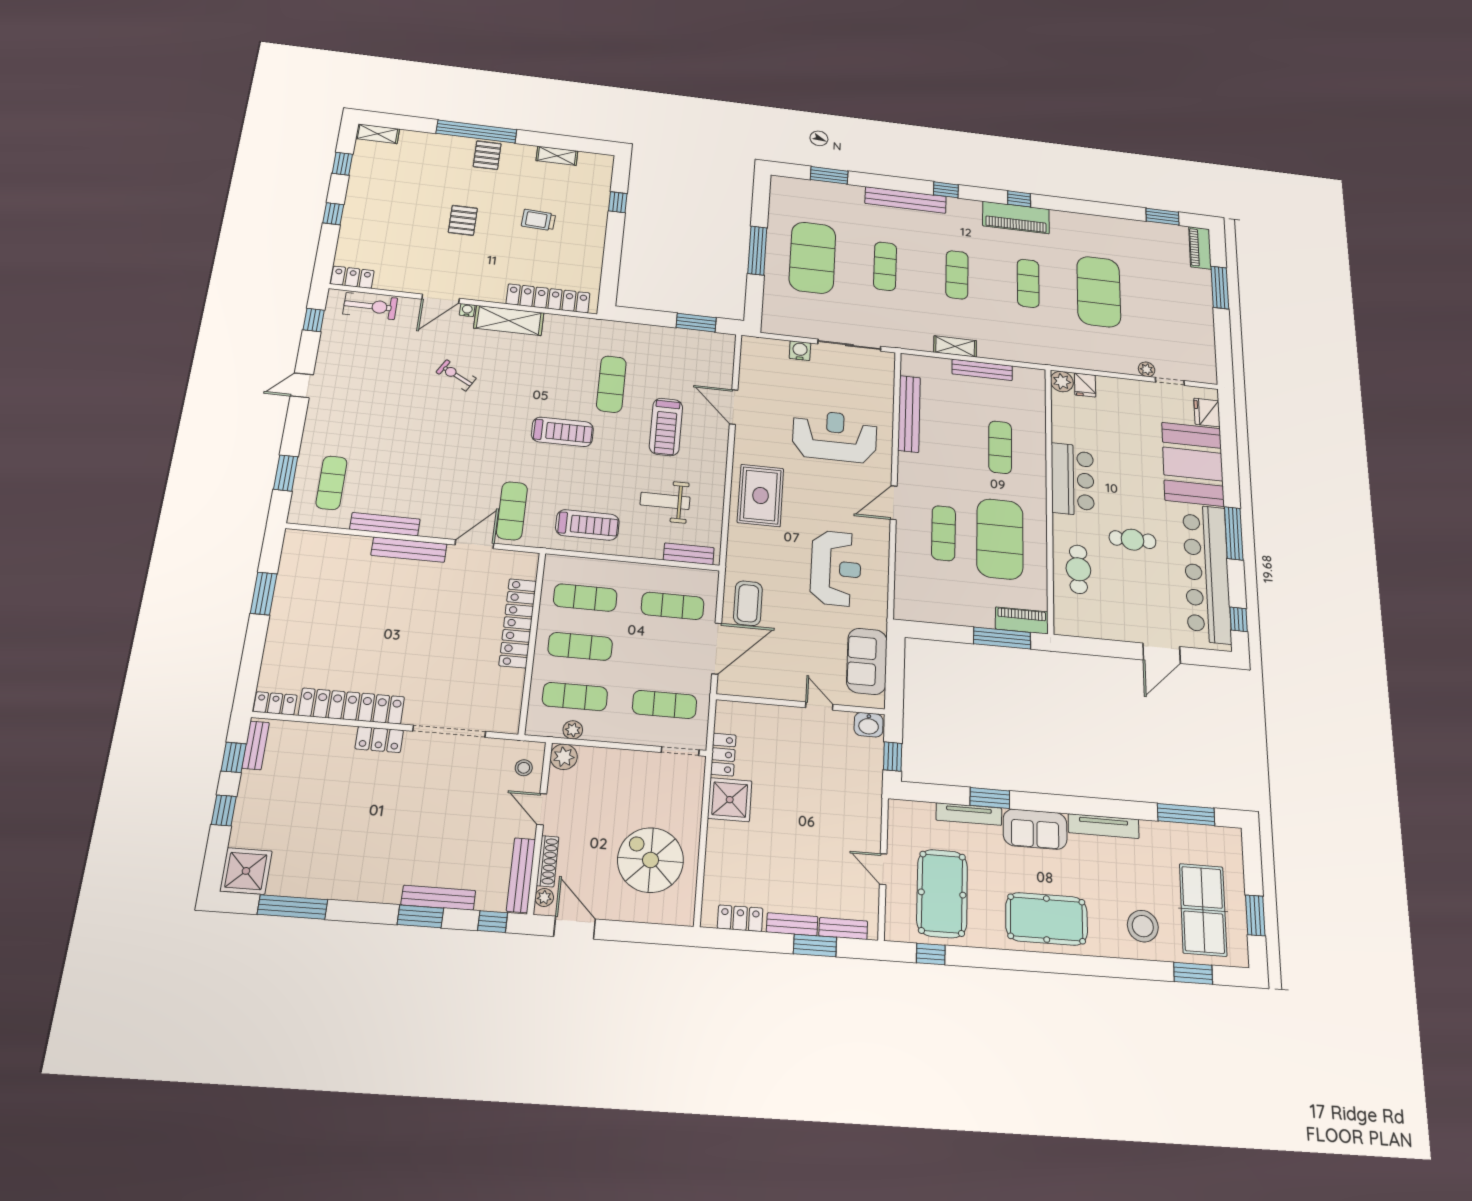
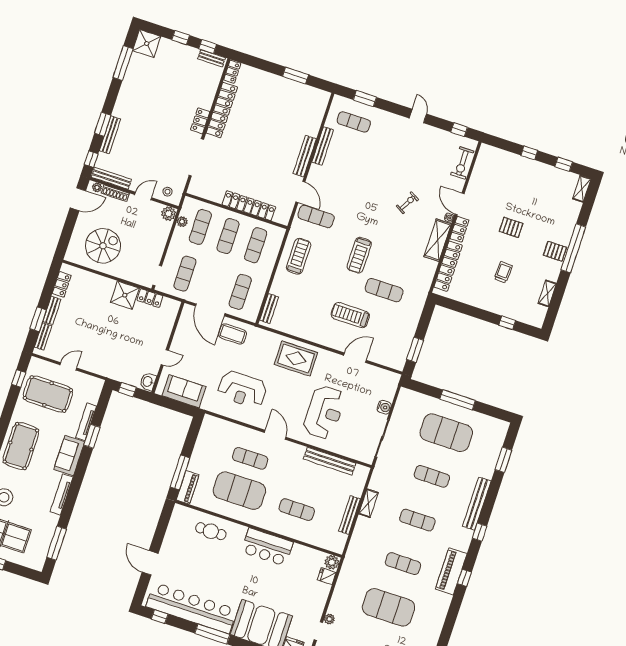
locker: (352, 277) -> (459, 229), moved
weight bench: (665, 501) -> (304, 303), removed
treadmill: (587, 525) -> (299, 256), turned 180
cafe table: (1133, 540) -> (222, 570), removed

